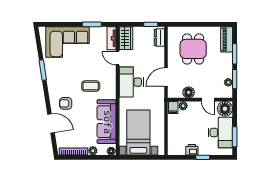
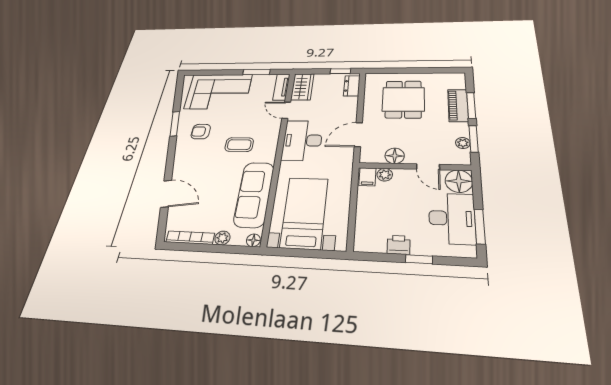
piano: (227, 39) -> (458, 105), moved
armchair: (66, 103) -> (201, 132), moved

